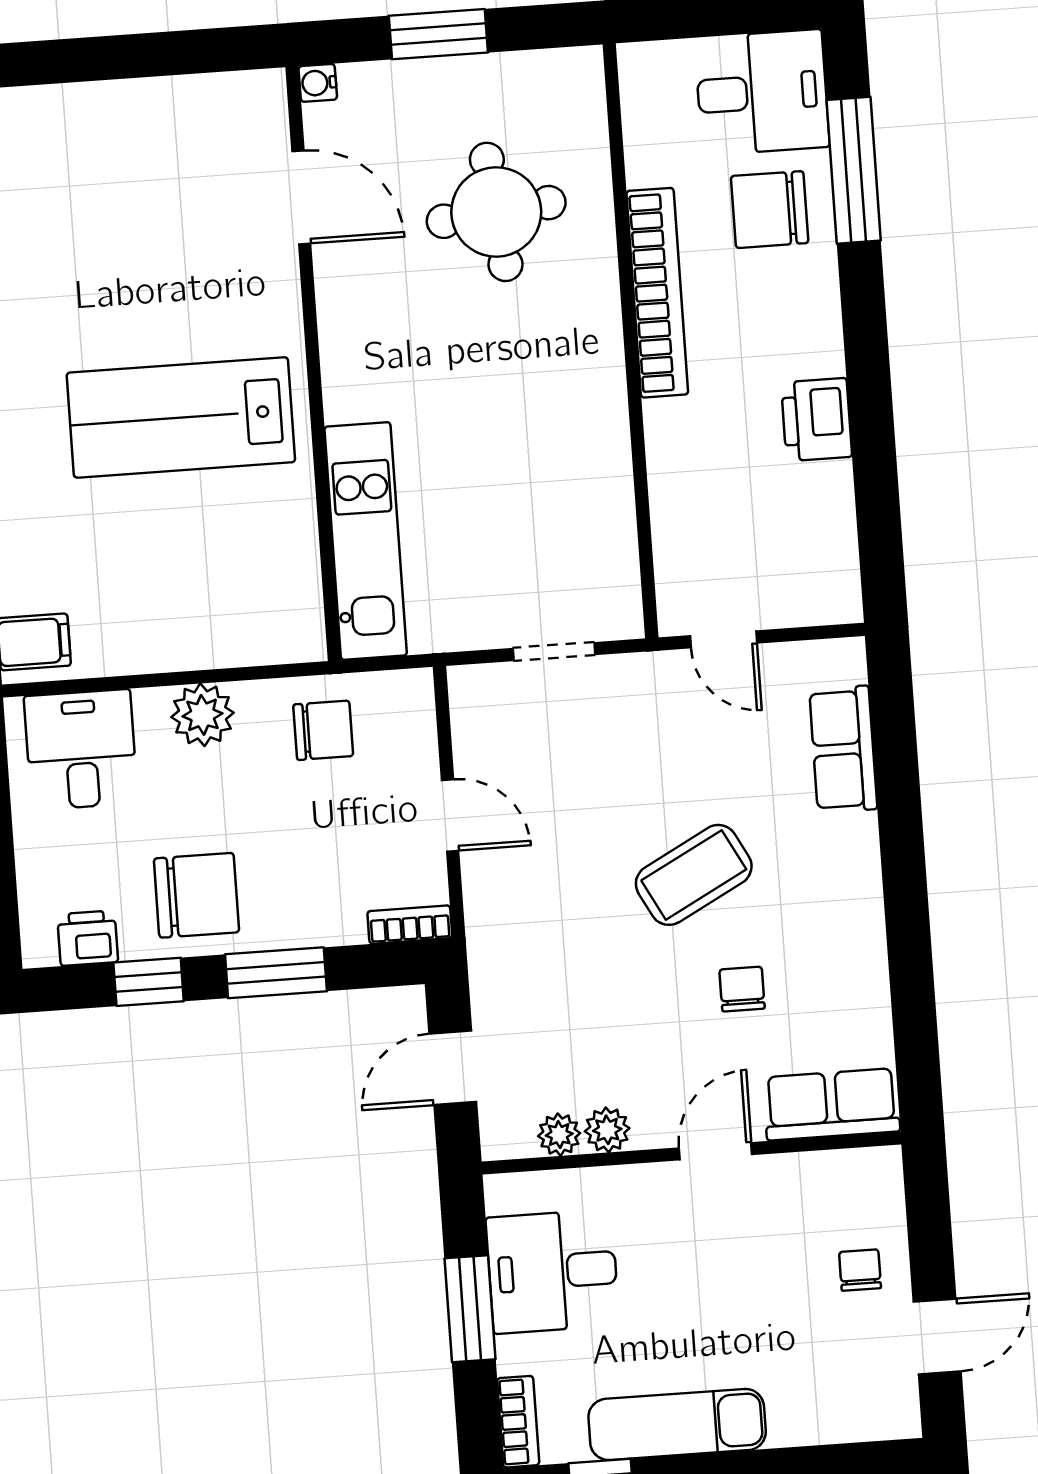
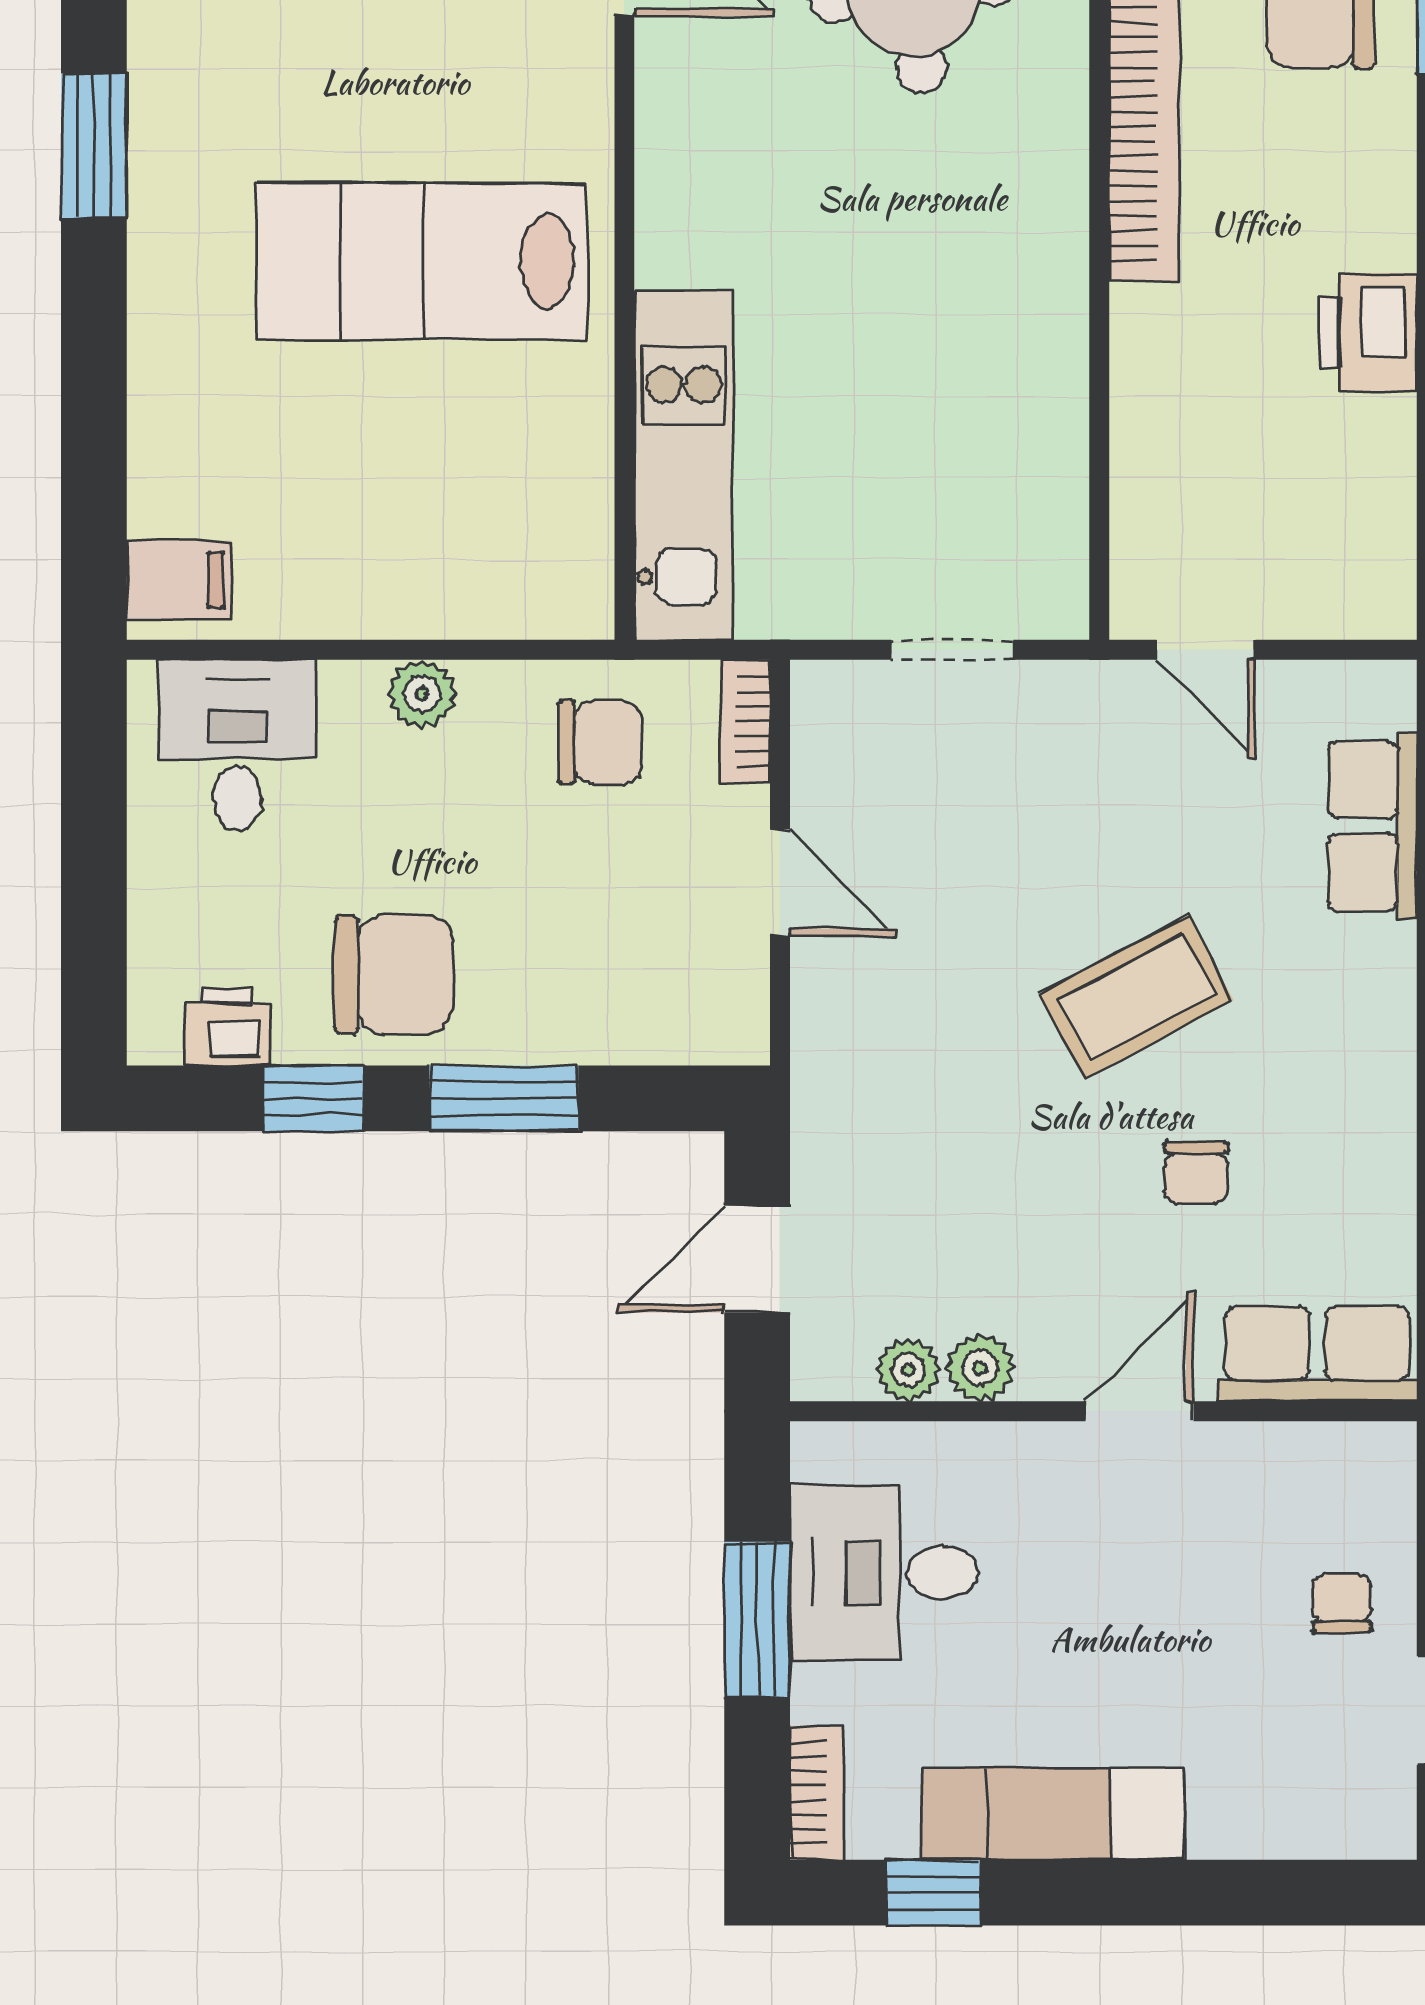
plant: (202, 715) -> (422, 694), width x0.73, depth x0.73
bookcase: (410, 925) -> (745, 721), moved, turned -90
chair: (742, 989) -> (1196, 1172), turned 180

